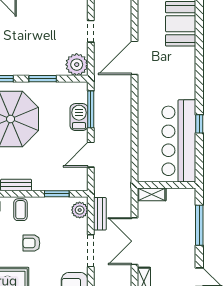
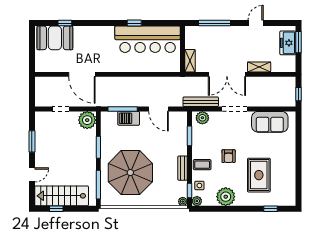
window: (199, 36) -> (65, 23), added
bench: (100, 214) -> (201, 102), width x1.36

